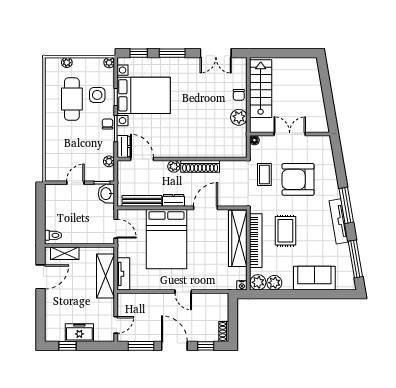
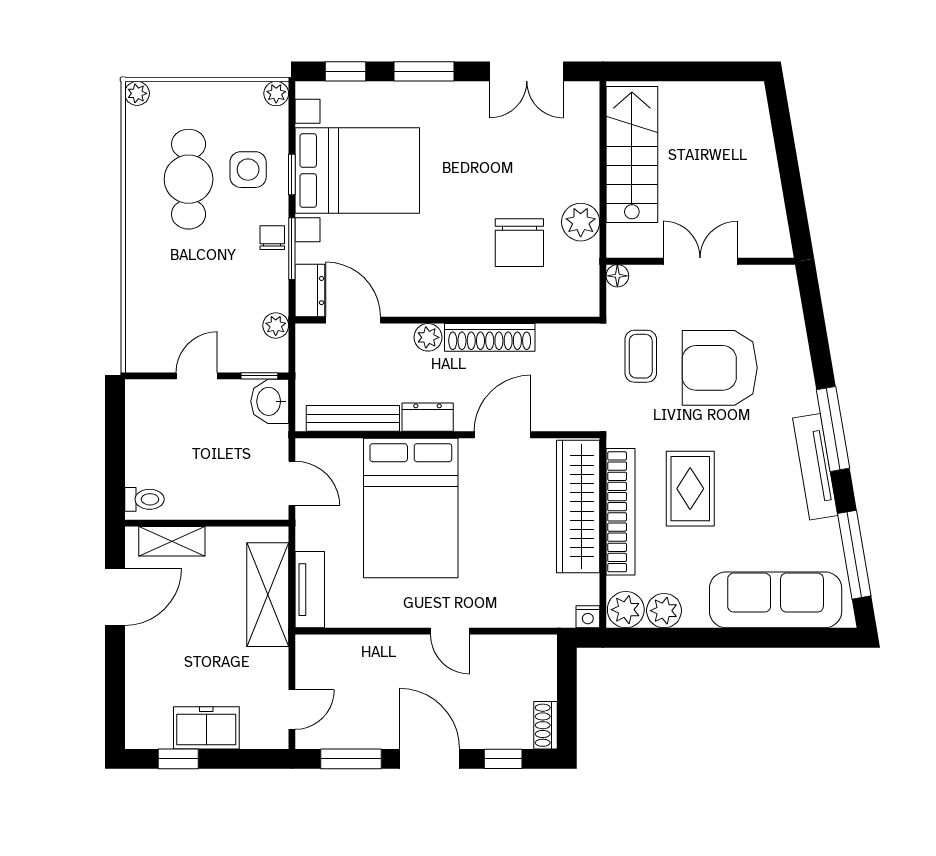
plant: (67, 63) -> (137, 93), moved
chair: (239, 95) -> (519, 243), moved, width x1.87, depth x1.87
sofa: (314, 278) -> (776, 600), width x1.36

